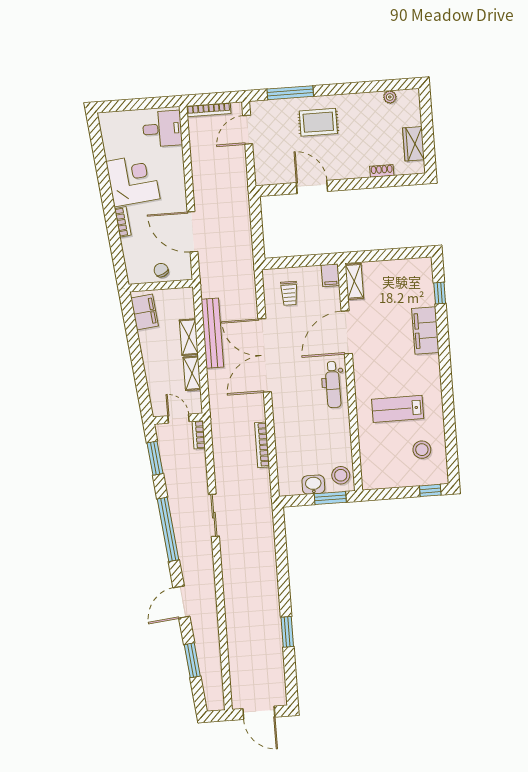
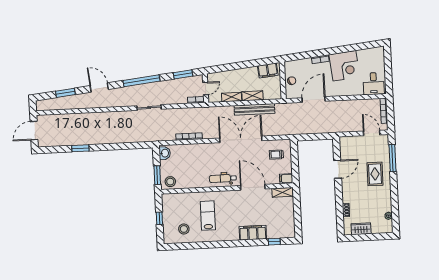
washbasin: (313, 485) -> (165, 153), moved
window: (430, 490) -> (159, 218), moved

